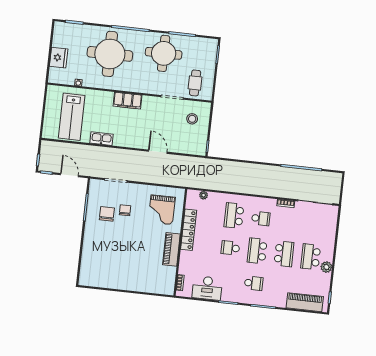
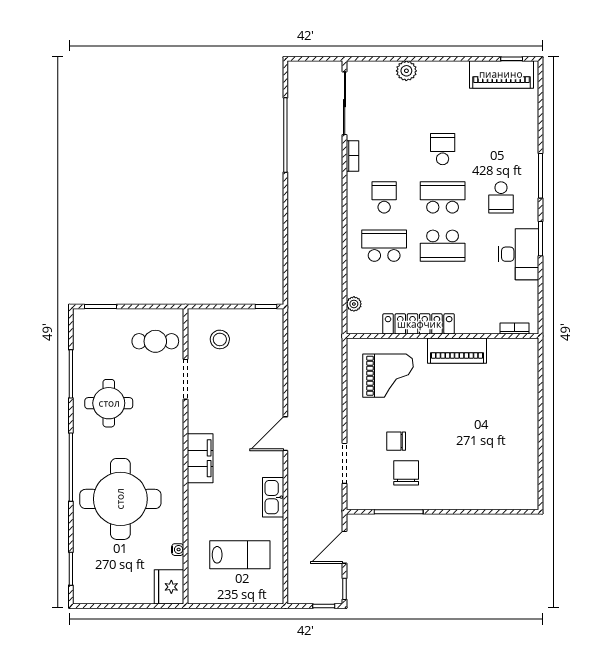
round table: (164, 53) -> (109, 403), width x0.73, depth x0.73
fridge: (59, 58) -> (169, 587), moved, turned -90
lab bench: (72, 117) -> (240, 555), width x0.73, depth x0.72
door: (158, 152) -> (285, 434), moved
chair: (107, 214) -> (406, 473), turned 90
school desk: (234, 216) -> (384, 246), turned 180
school desk: (230, 248) -> (443, 246), width x1.85
school desk: (257, 251) -> (443, 197), turned 180
school desk: (284, 254) -> (443, 149), width x0.54
school desk: (311, 257) -> (443, 101), removed
plant: (326, 267) -> (406, 71), moved
school desk: (254, 283) -> (501, 197), turned 180
desk: (207, 288) -> (519, 254), moved
piano: (305, 302) -> (501, 74), moved, turned -90

